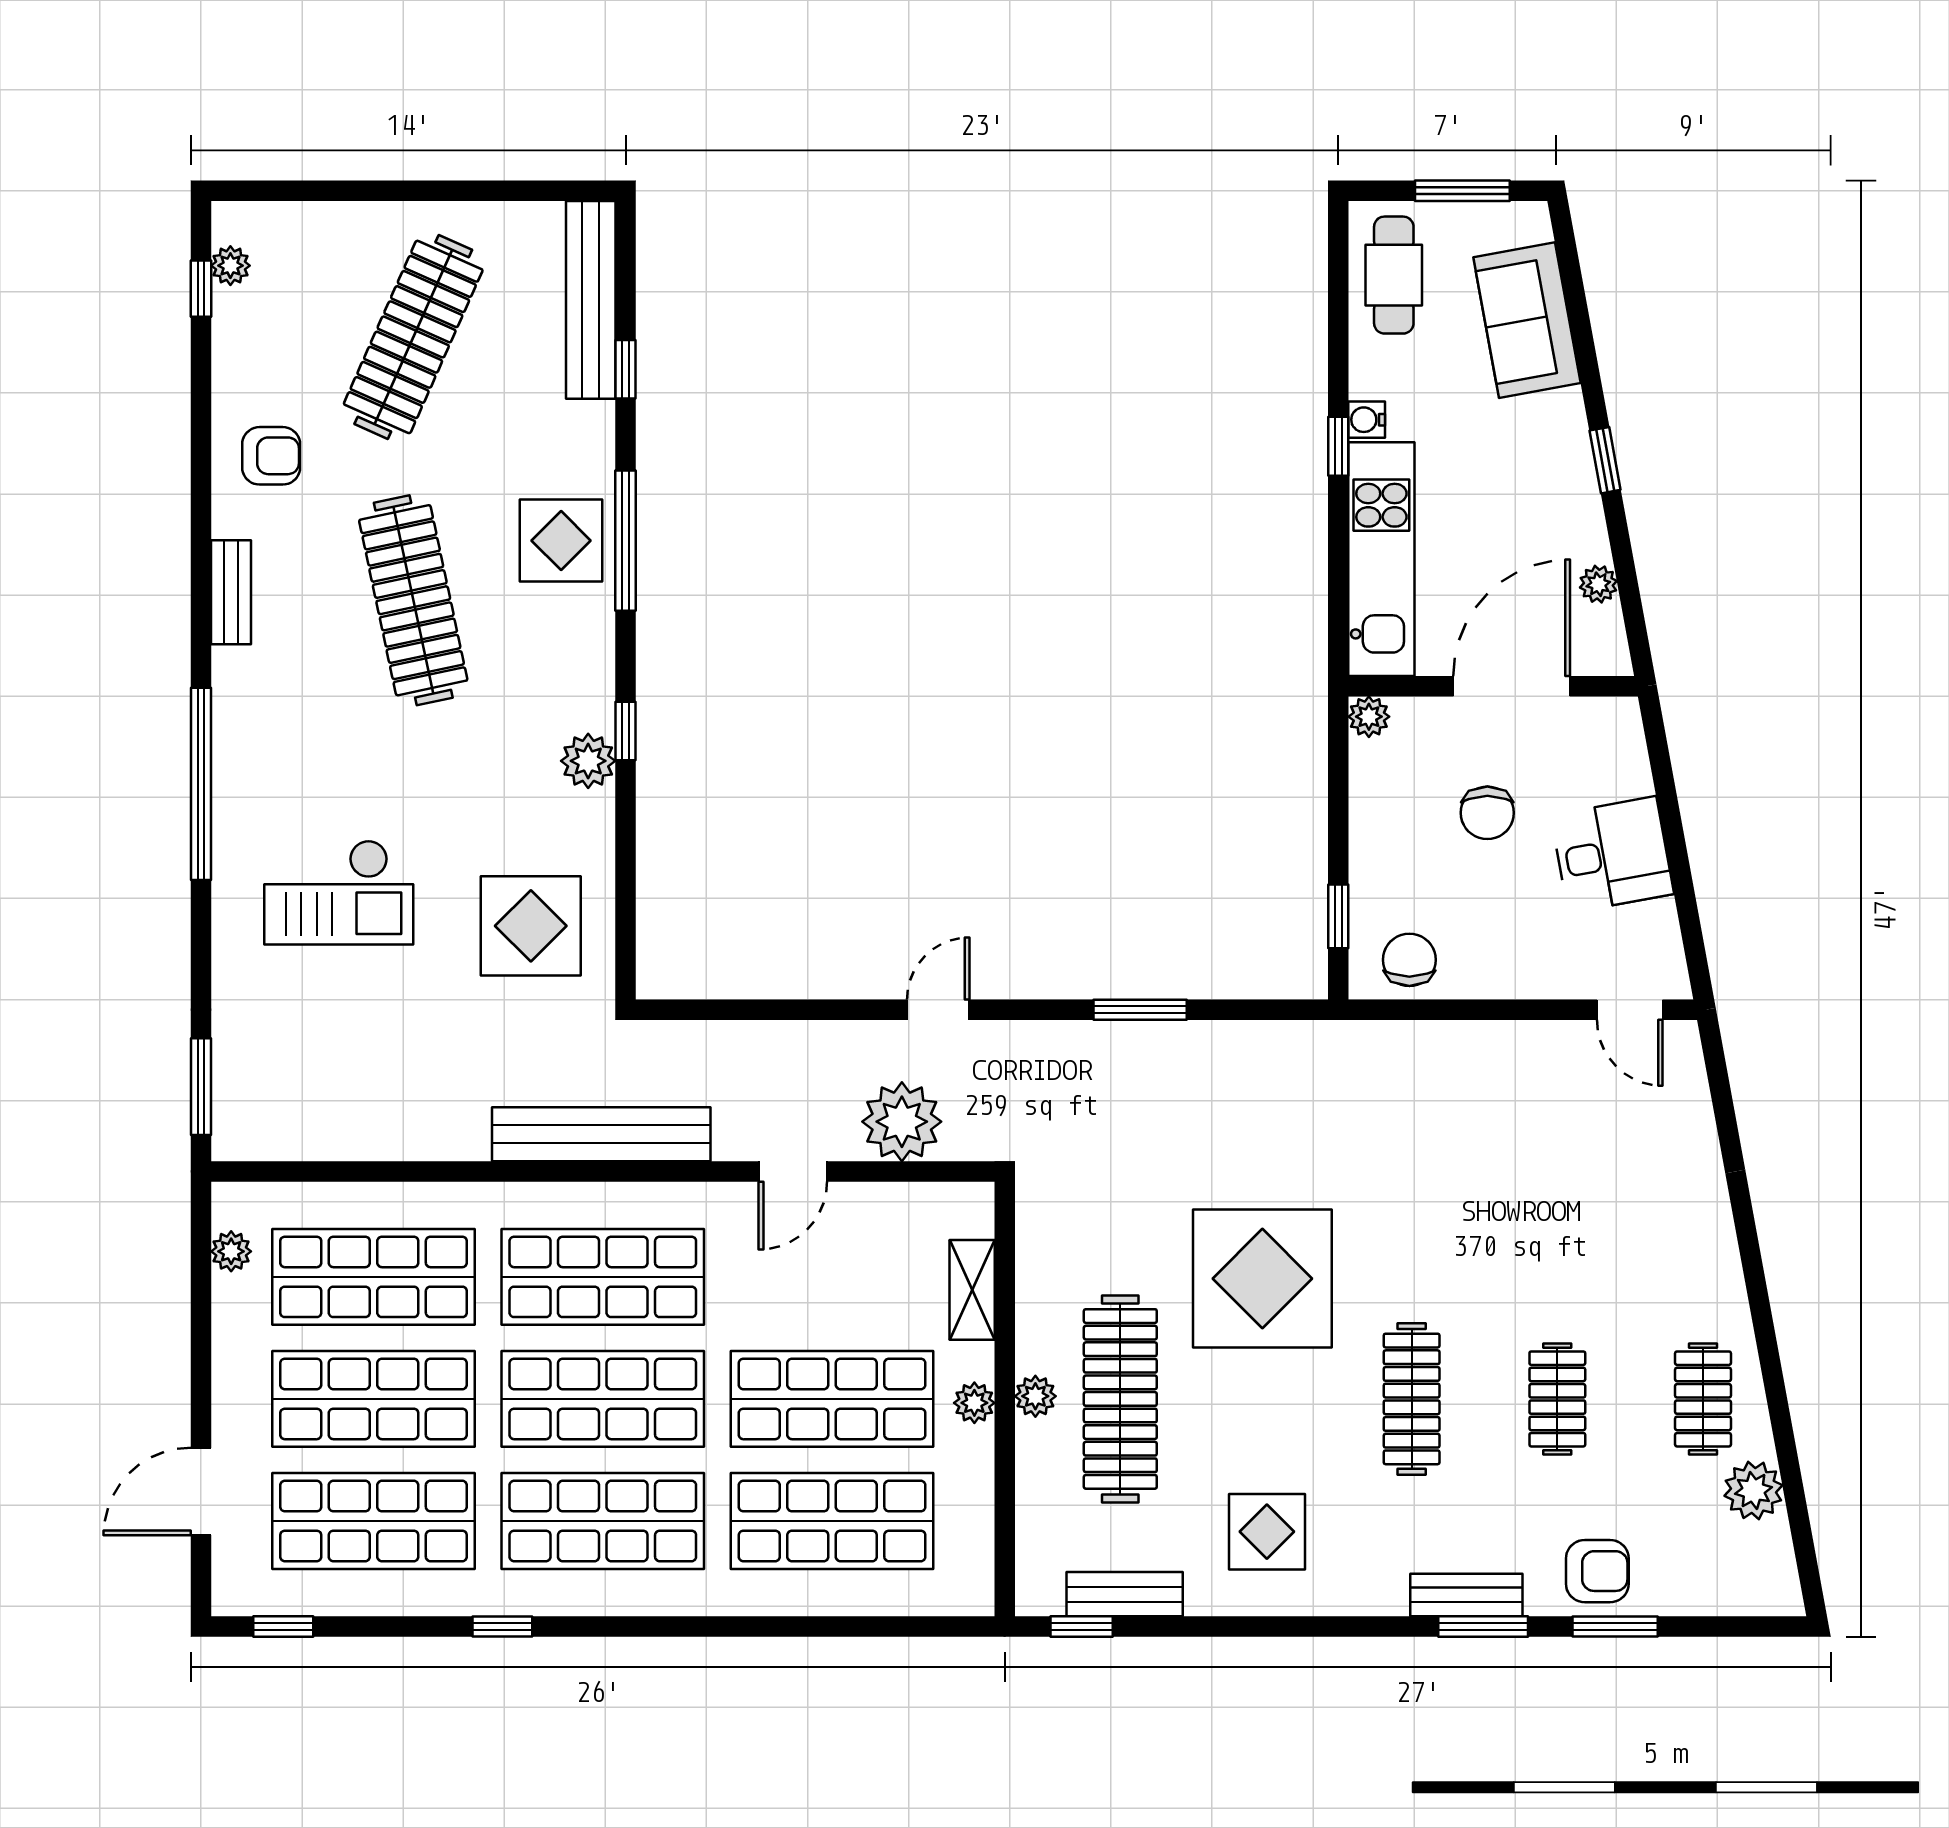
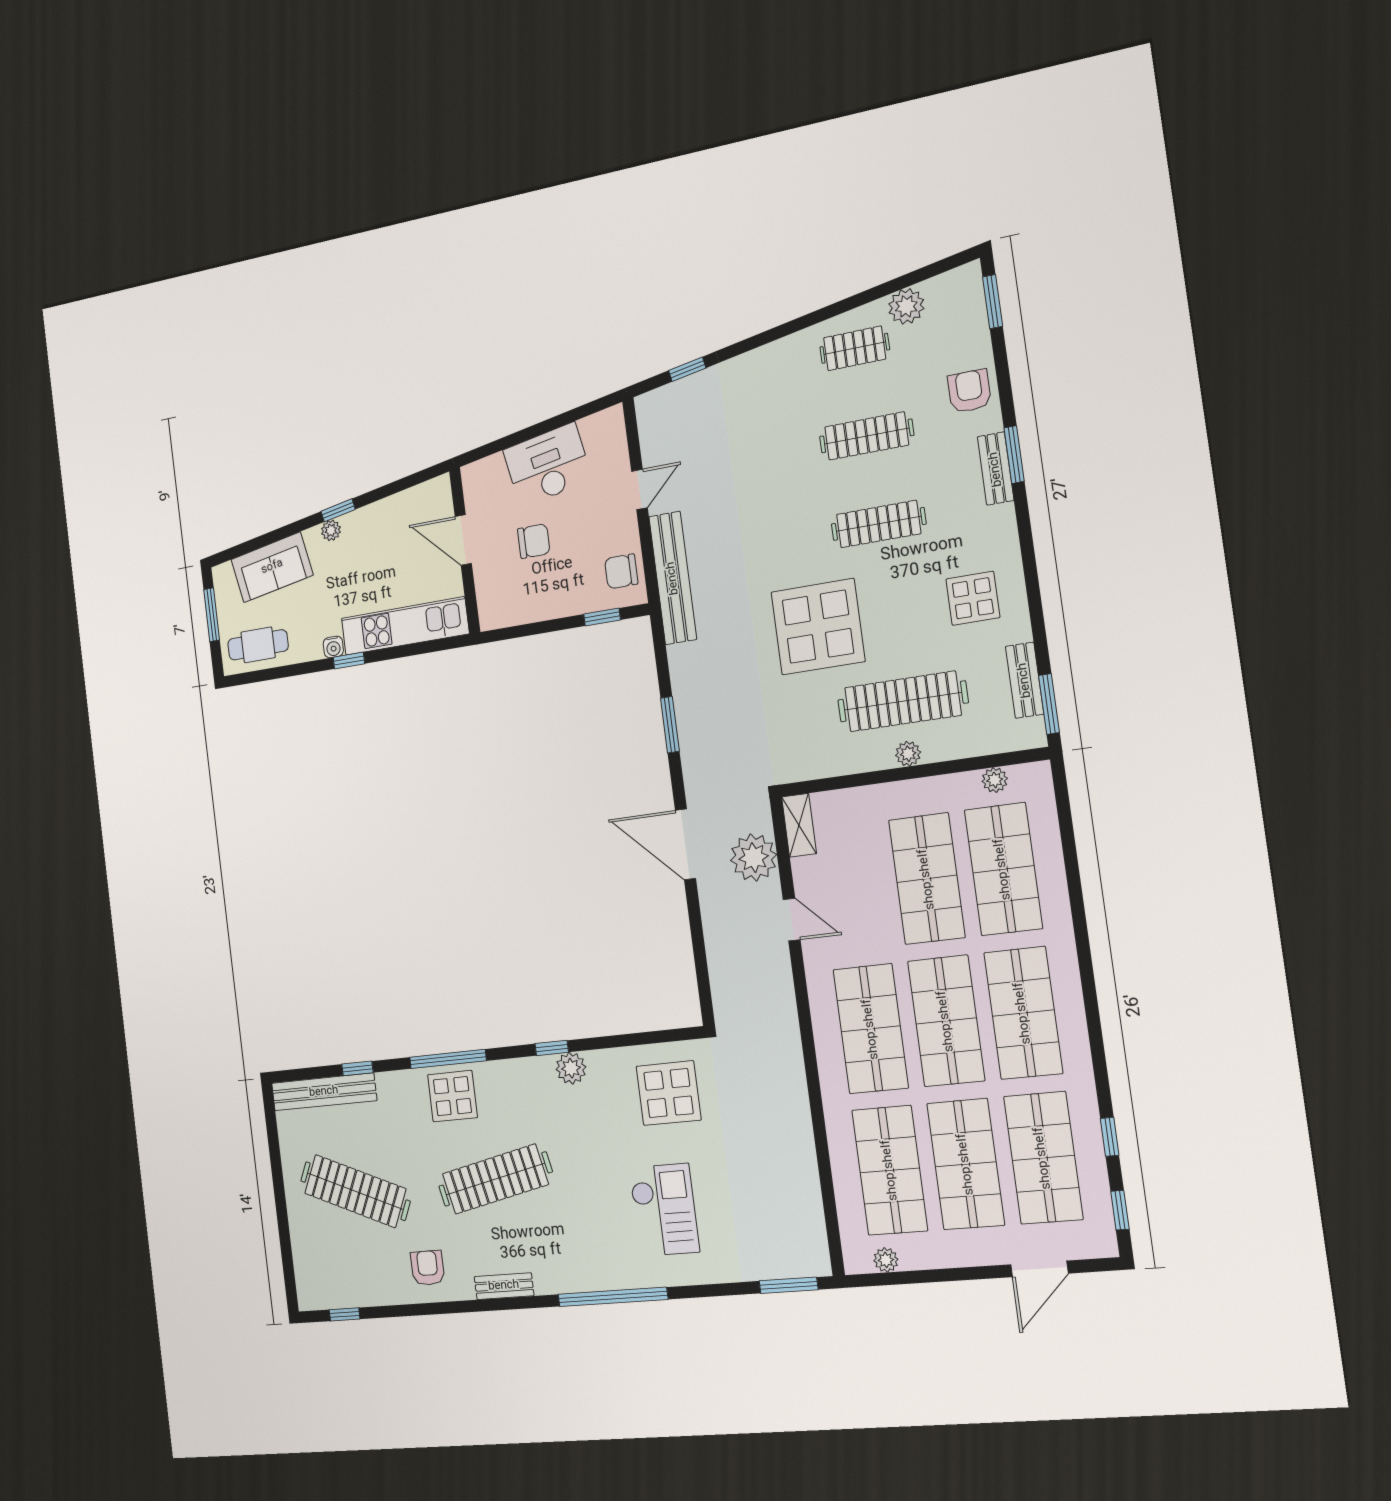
plant: (230, 266) -> (331, 1298), removed
plant: (1598, 584) -> (331, 530), moved
door: (1512, 686) -> (463, 540), width x0.73
plant: (1369, 717) -> (490, 618), removed
desk: (1612, 855) -> (548, 465), width x1.37
door: (938, 1010) -> (685, 844), width x1.88
door: (1630, 1010) -> (639, 489), moved
window: (1725, 1118) -> (687, 369), added
bench: (601, 1134) -> (673, 578), moved
shelving: (972, 1290) -> (799, 825), moved, turned 90
clothes rail: (1557, 1399) -> (867, 436), width x1.36
plant: (974, 1403) -> (995, 780), moved
door: (201, 1491) -> (1039, 1269), hinge flipped
window: (502, 1626) -> (1110, 1137), moved
window: (1082, 1626) -> (1049, 704), width x1.50
window: (1615, 1626) -> (993, 302), moved

